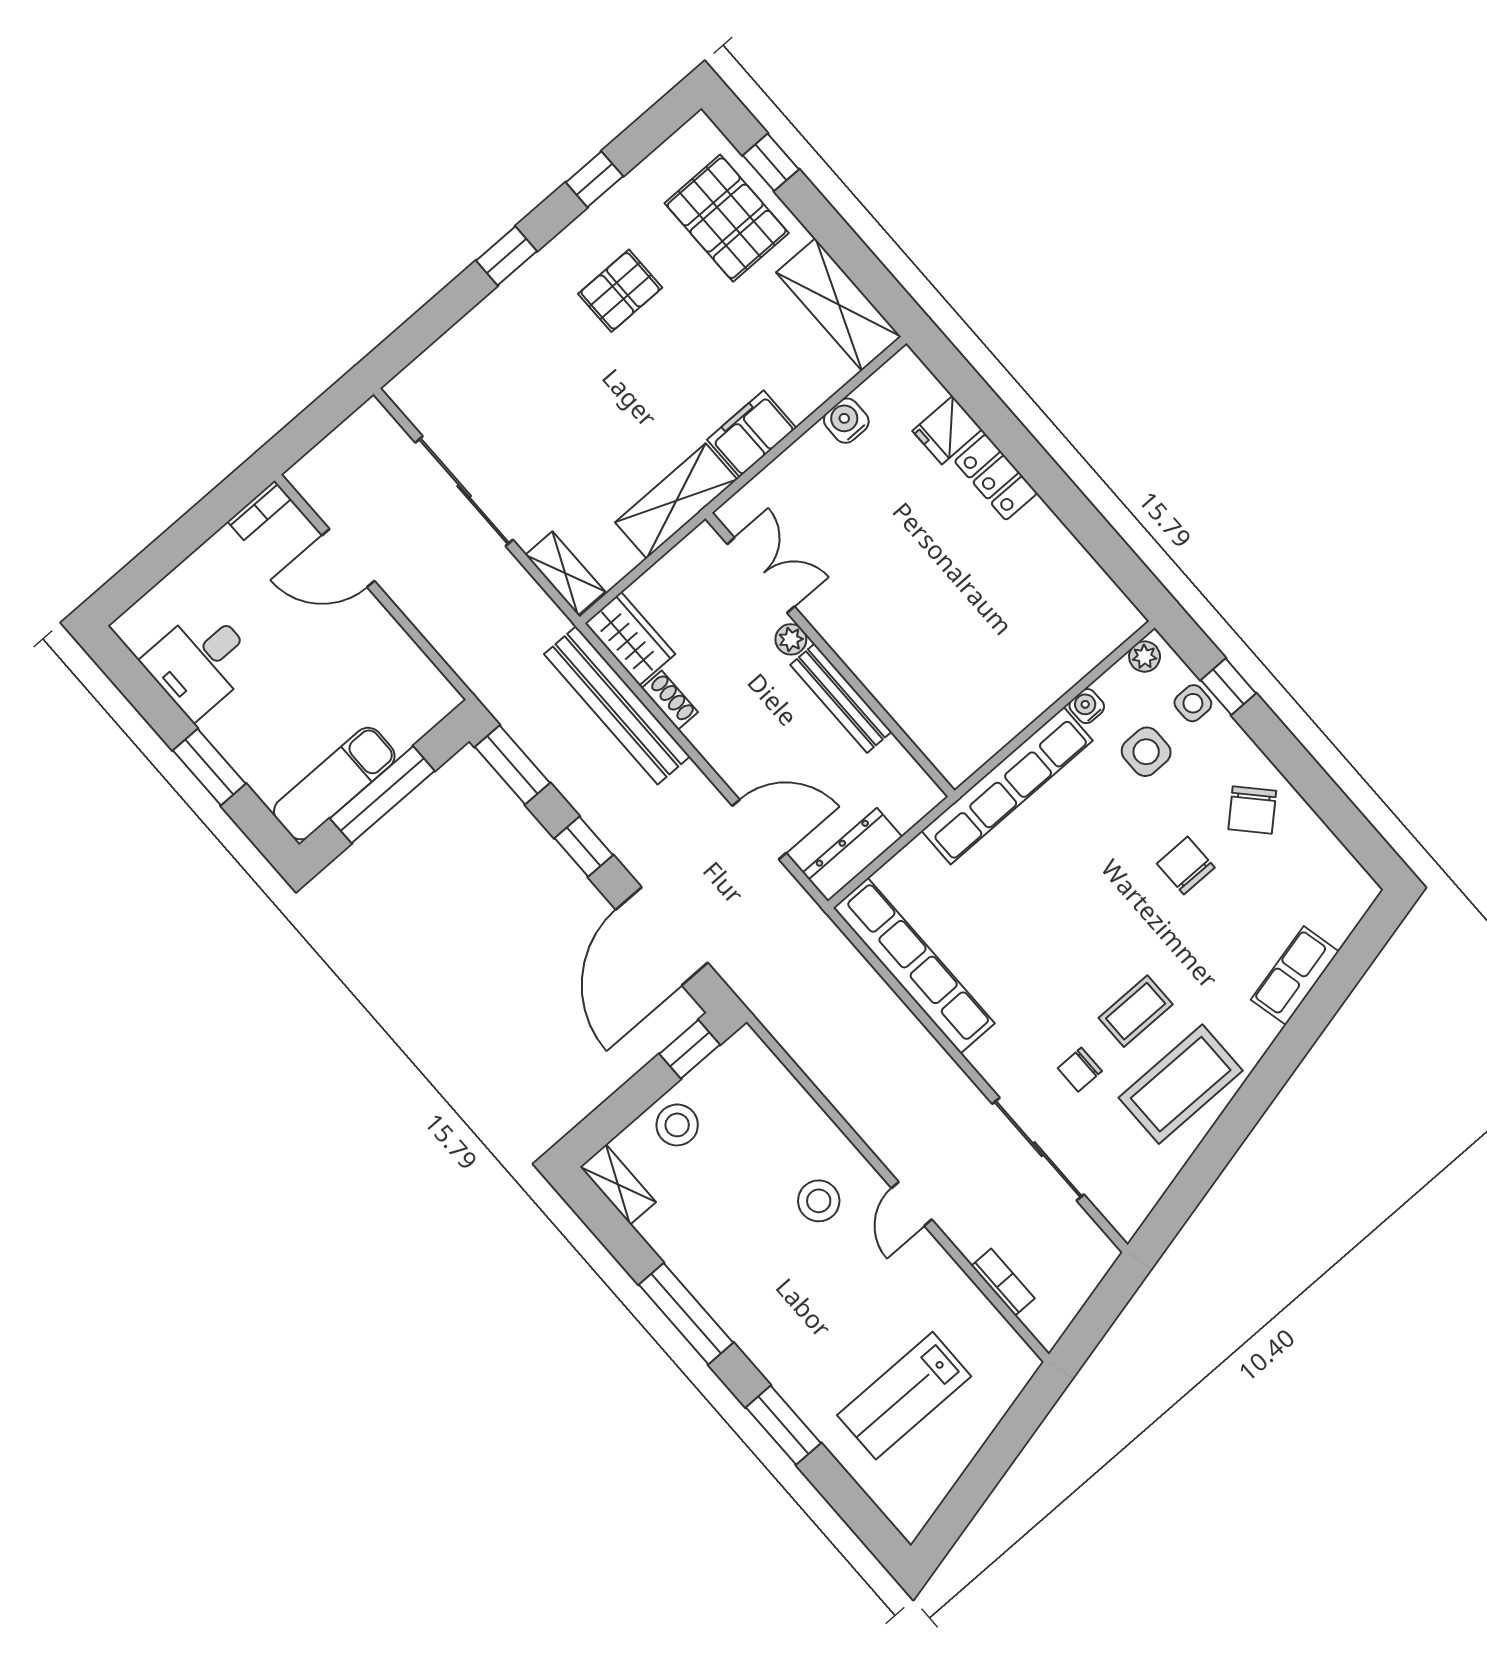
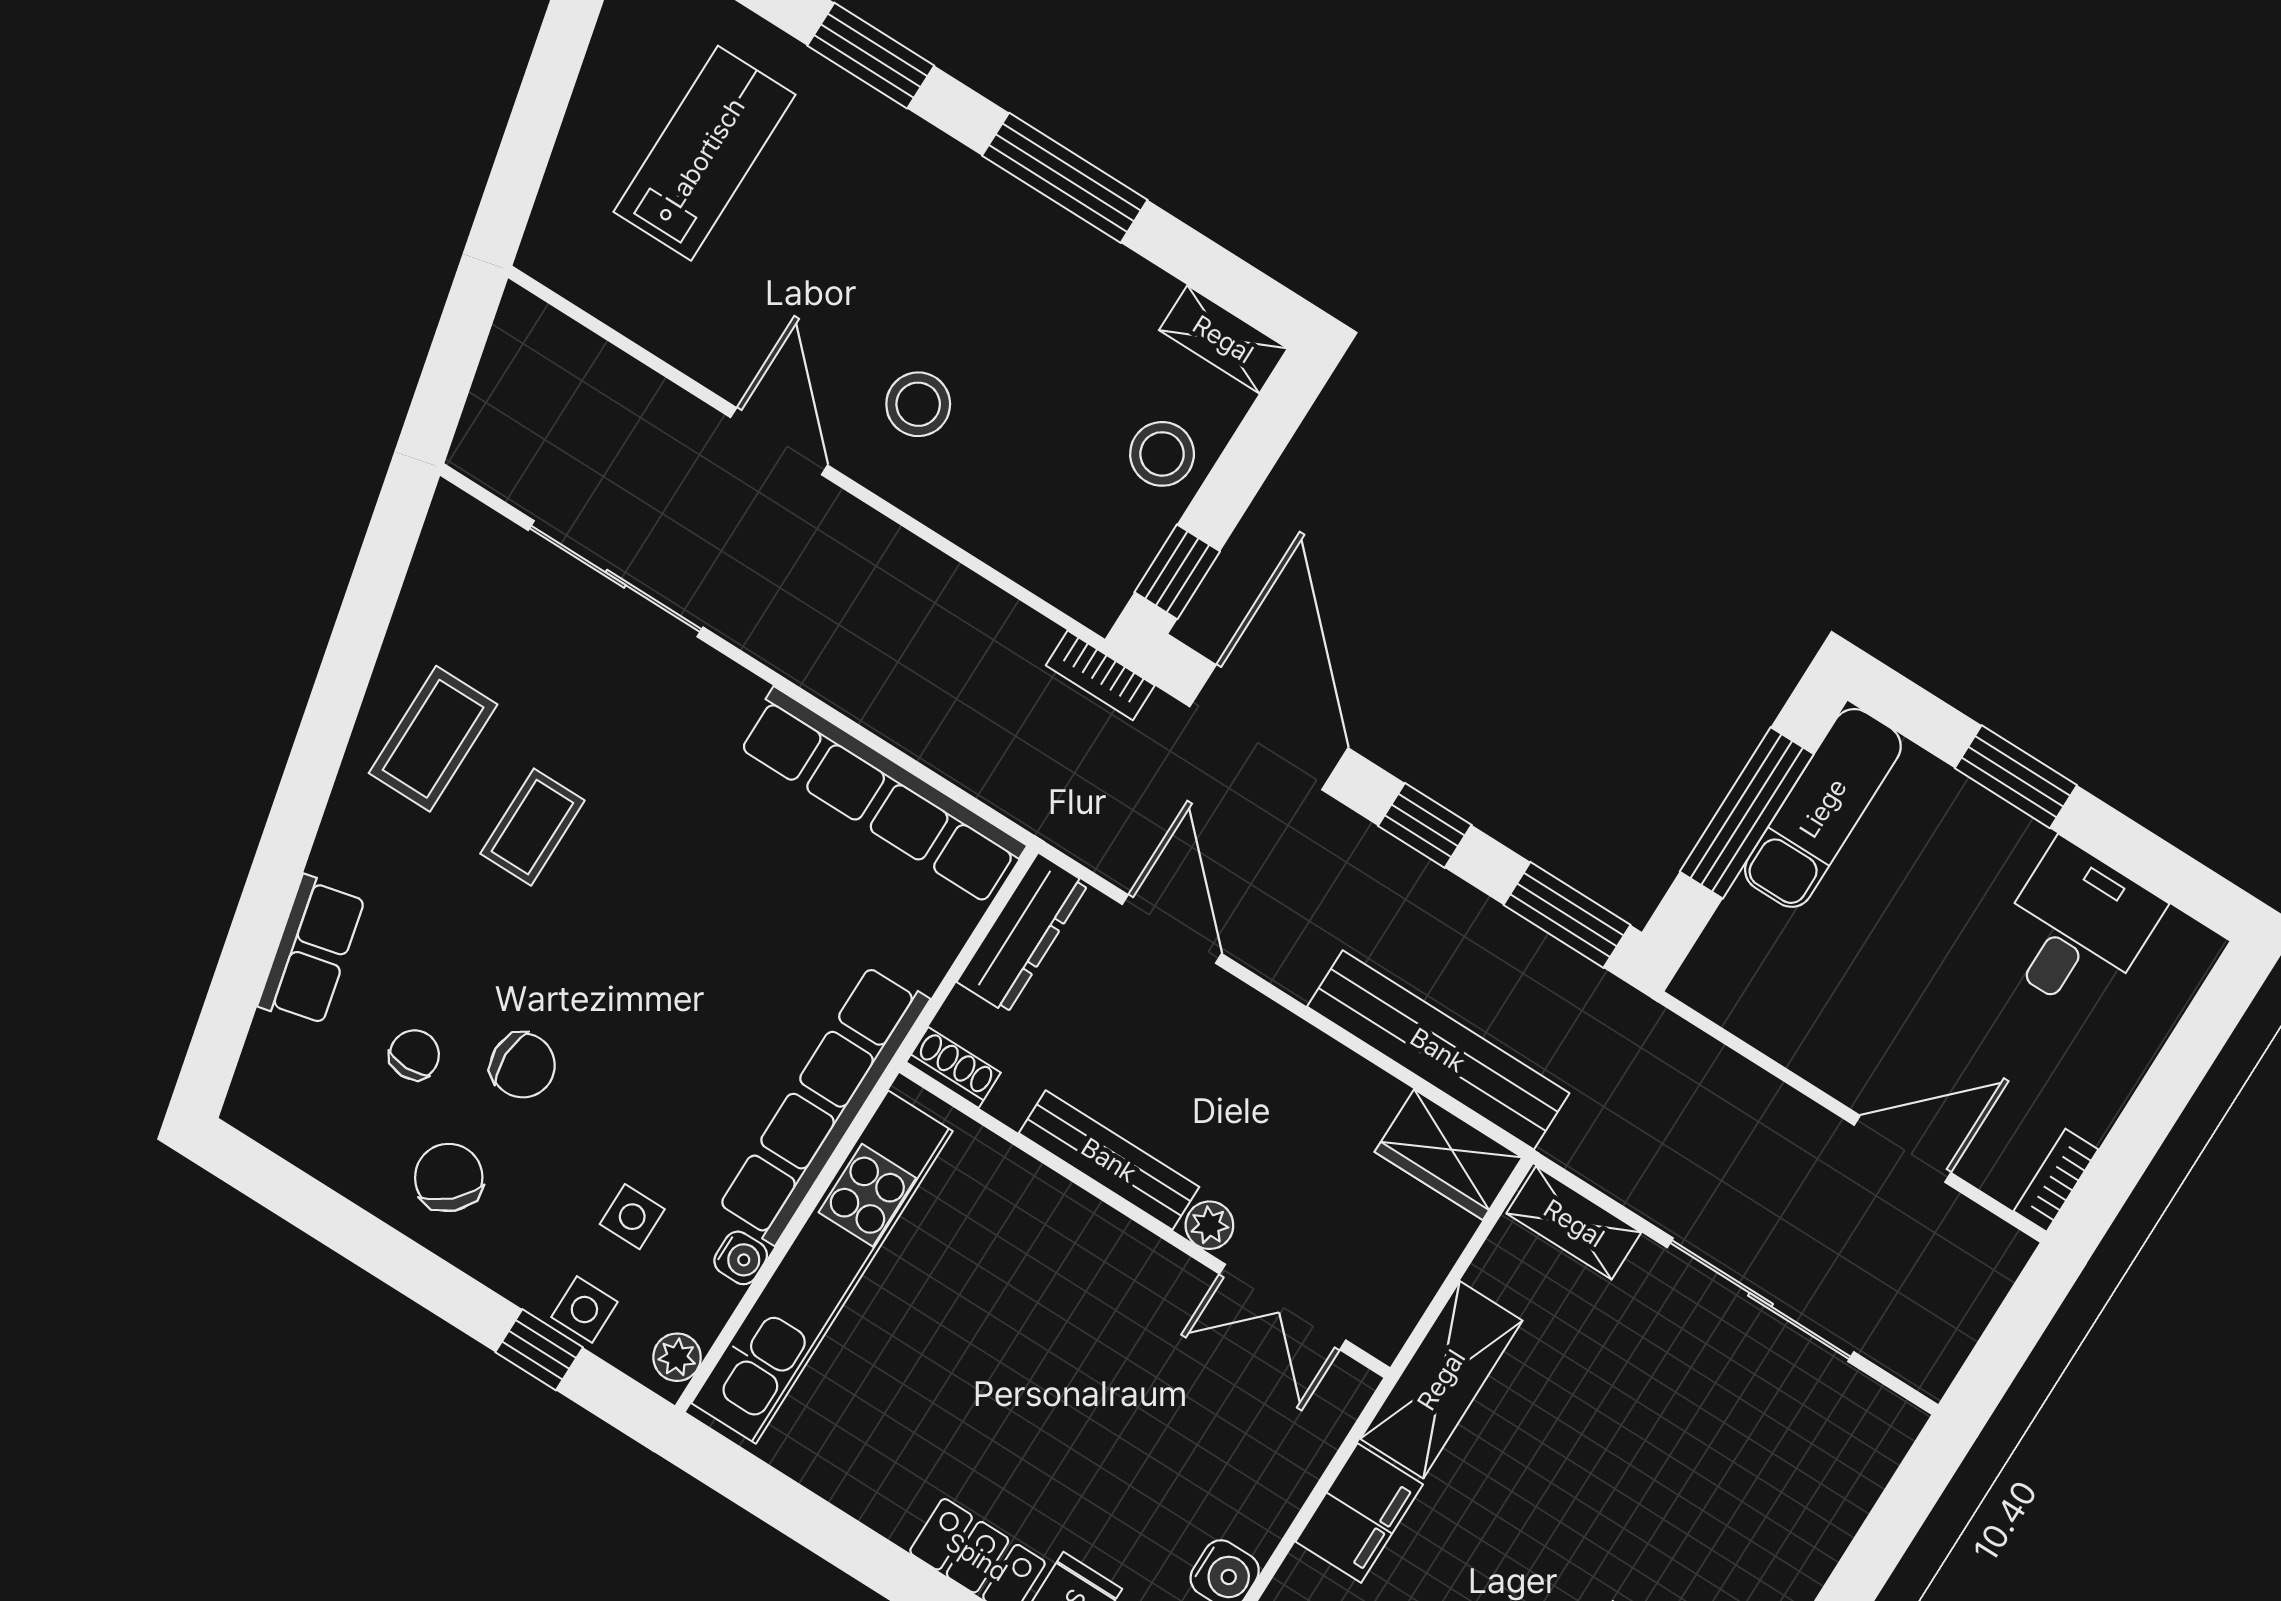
kitchen unit: (1038, 685) -> (822, 1267), added
shoe rack: (670, 700) -> (953, 1067), moved, turned 180
side table: (1146, 752) -> (632, 1217), width x0.73, depth x0.73
door: (759, 829) -> (1172, 929), swing flipped
chair: (1080, 1070) -> (414, 1055), moved
coffee table: (1181, 1084) -> (433, 739), width x0.73, depth x0.76
door: (912, 1204) -> (779, 441), width x1.38
bookcase: (1003, 1282) -> (1100, 675), moved

